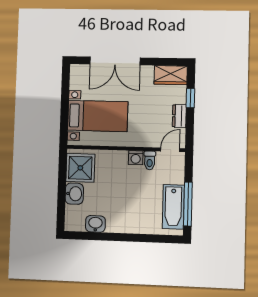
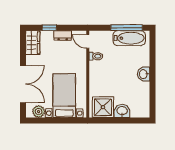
plant: (77, 81) -> (39, 111), added
washing machine: (136, 158) -> (94, 67), removed
washbasin: (95, 224) -> (144, 74), moved

